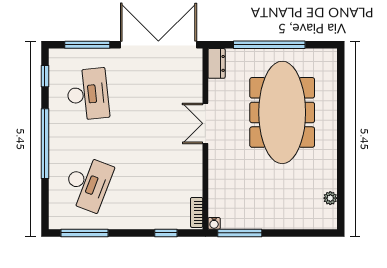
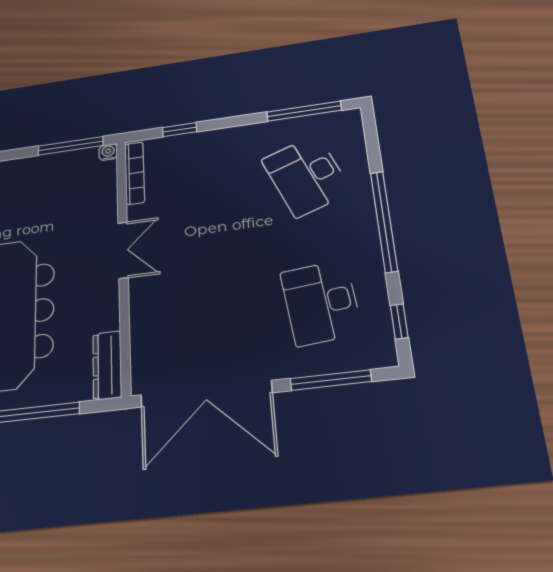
dresser: (217, 63) -> (107, 365), width x1.44
double door: (205, 123) -> (123, 250), moved
desk: (88, 184) -> (306, 176), turned -42
bookcase: (197, 212) -> (135, 173), width x1.56

